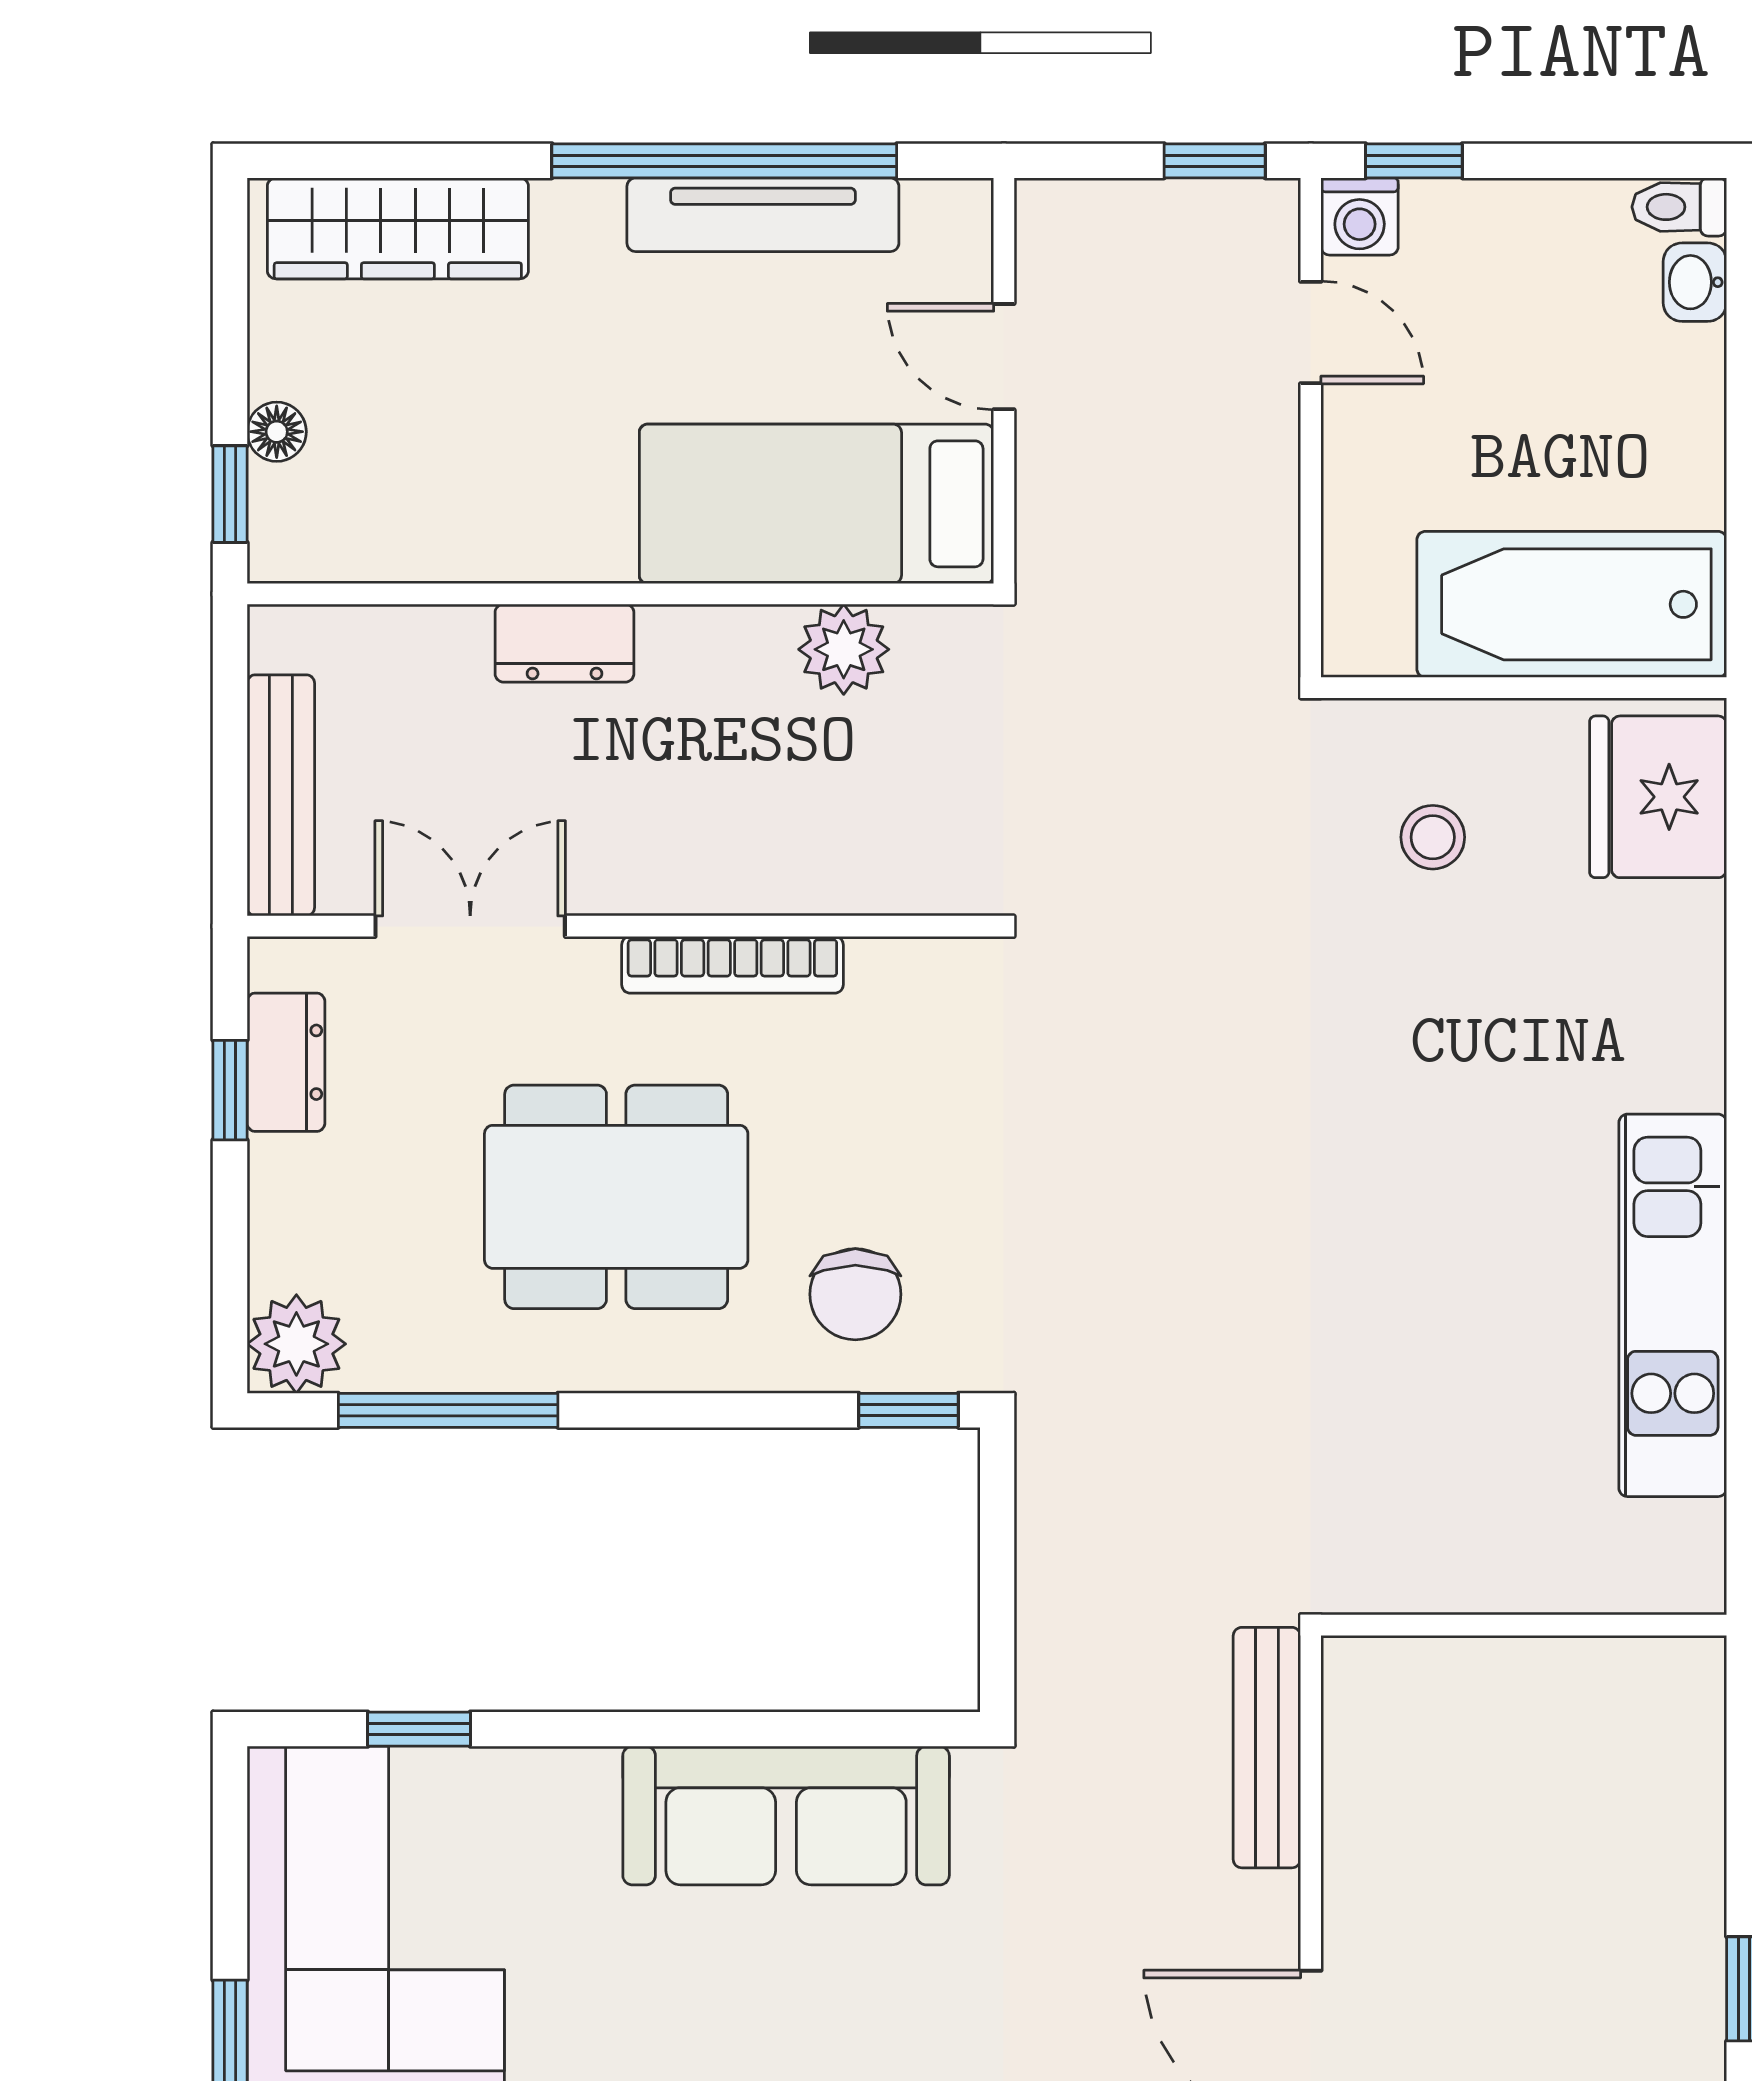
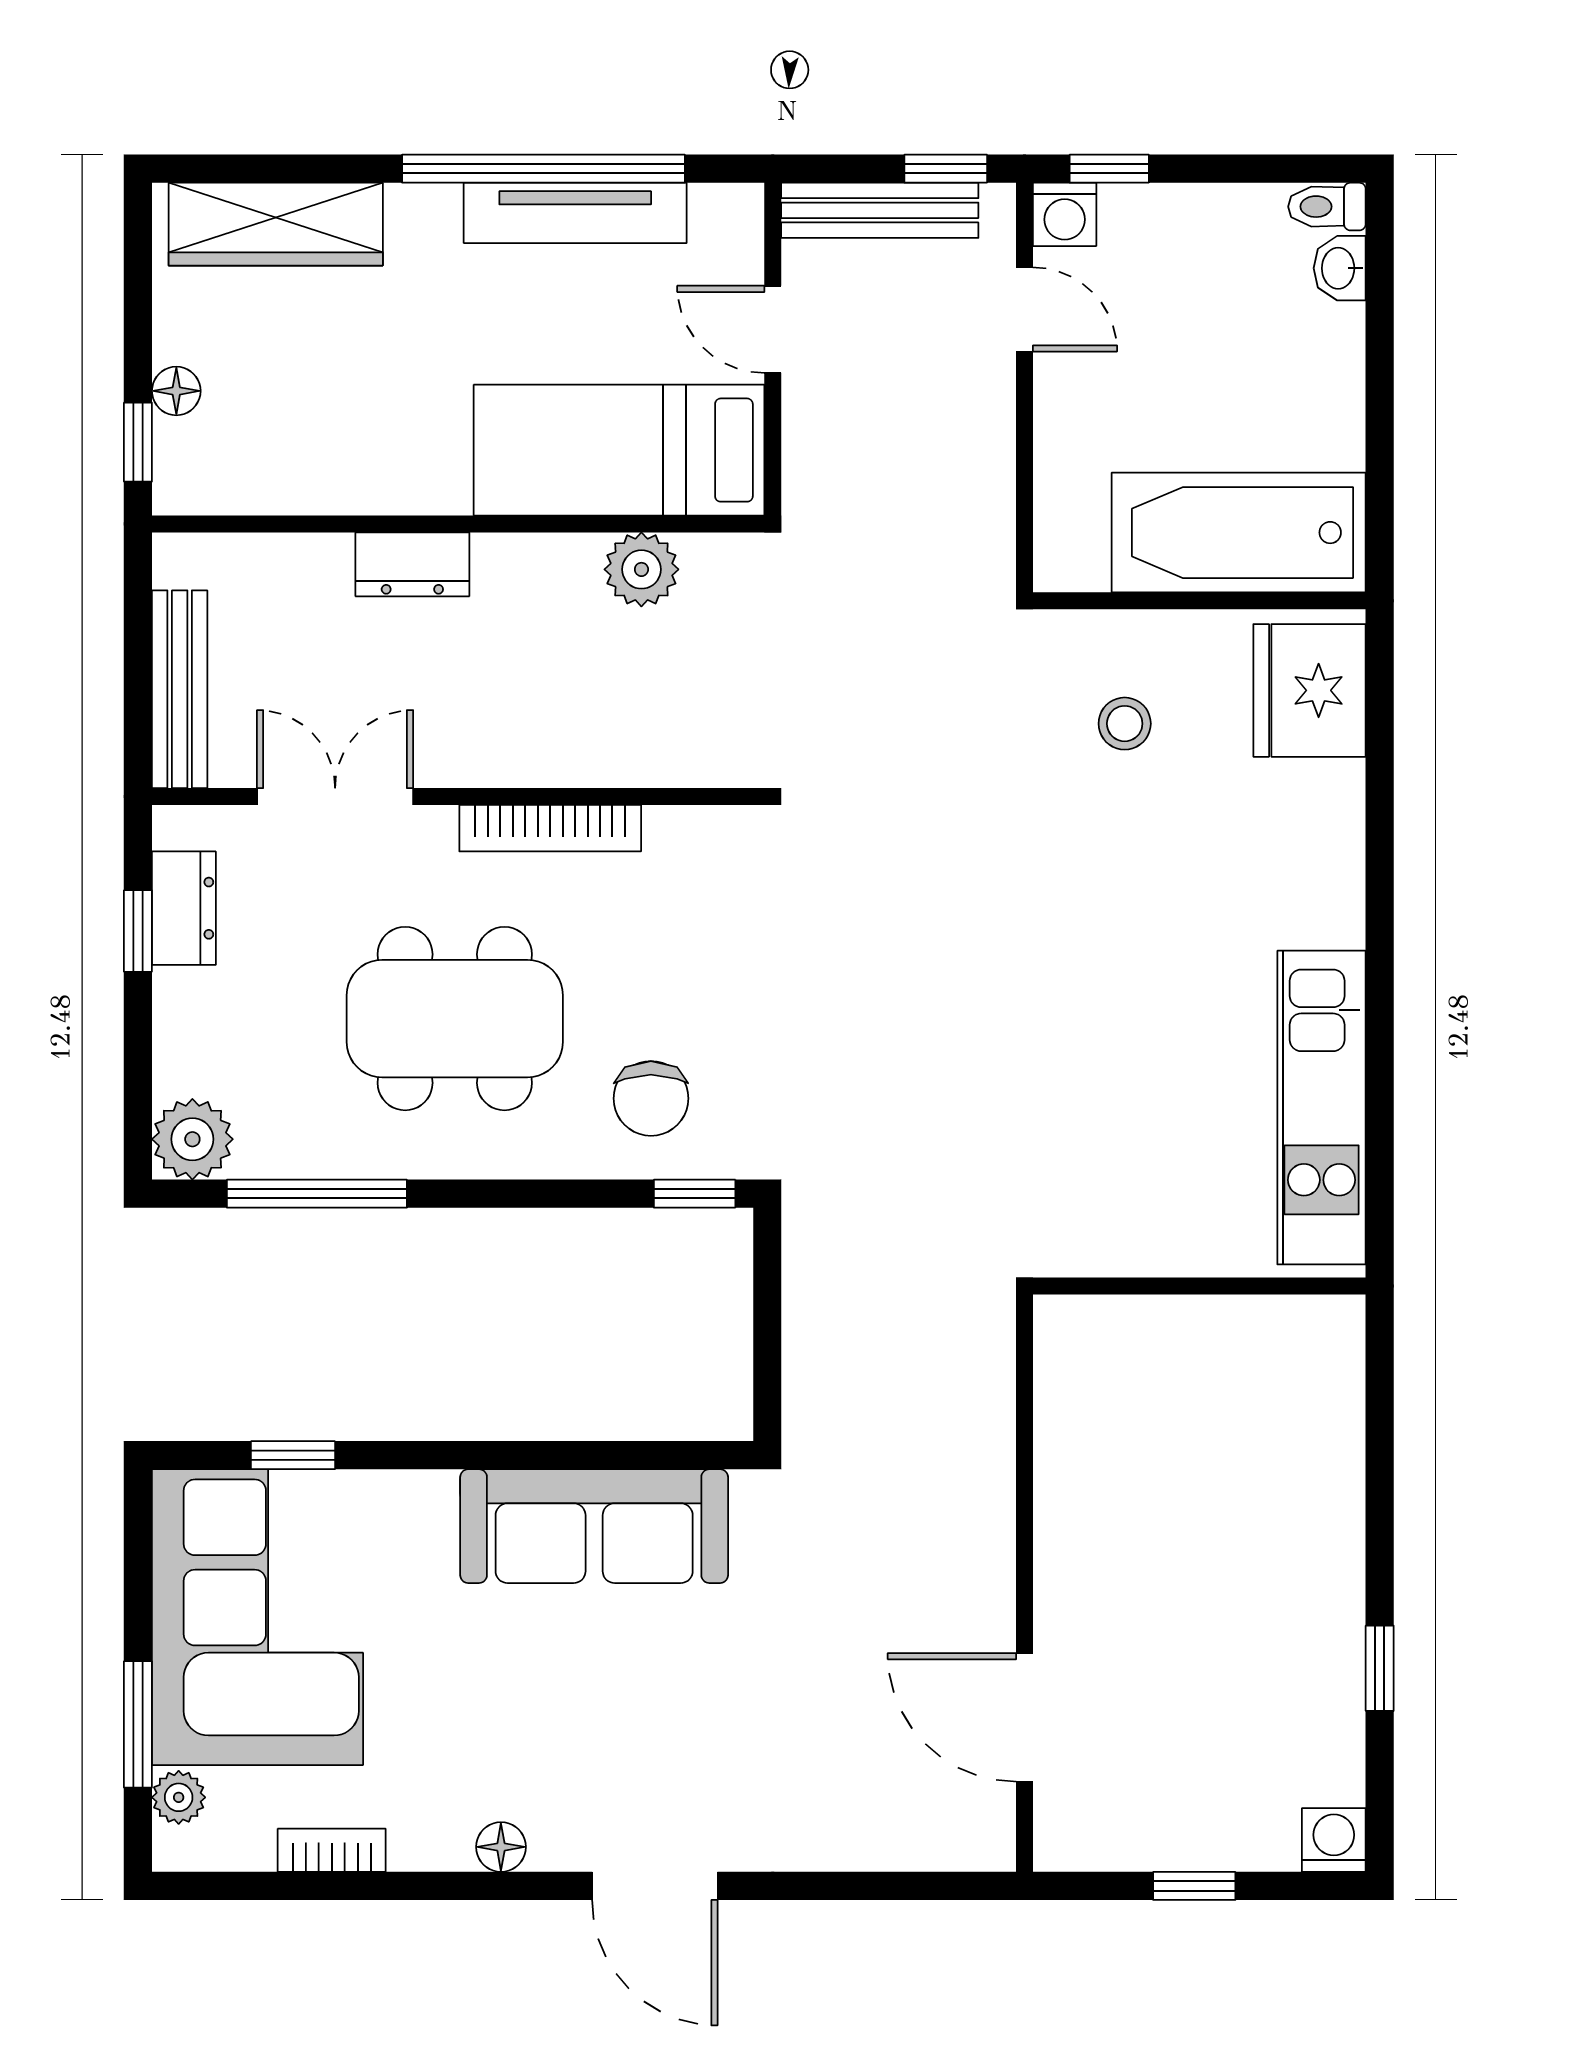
wall: (1524, 1625) -> (1199, 1286), moved
bench: (1267, 1748) -> (880, 210), moved, turned 90

